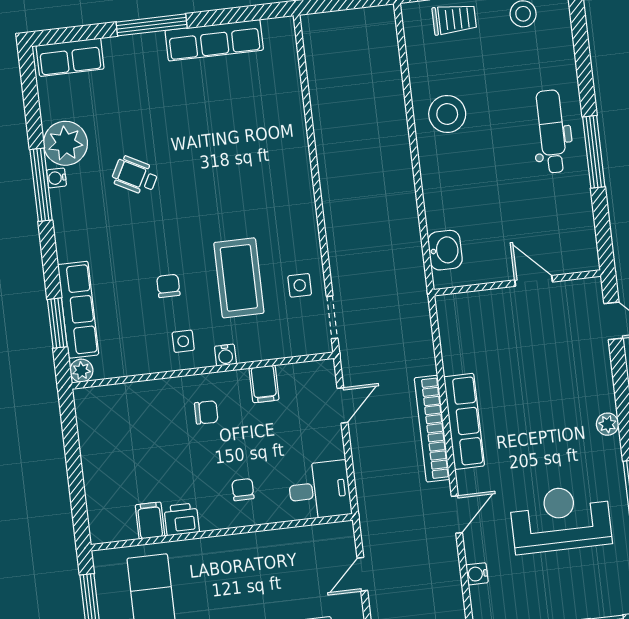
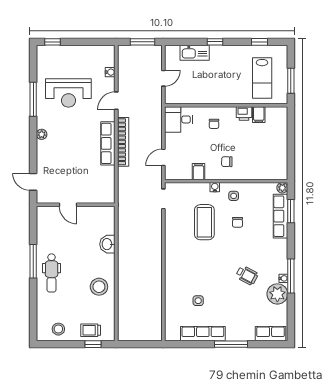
washbasin: (445, 250) -> (107, 244), moved
side table: (300, 285) -> (198, 301), moved

